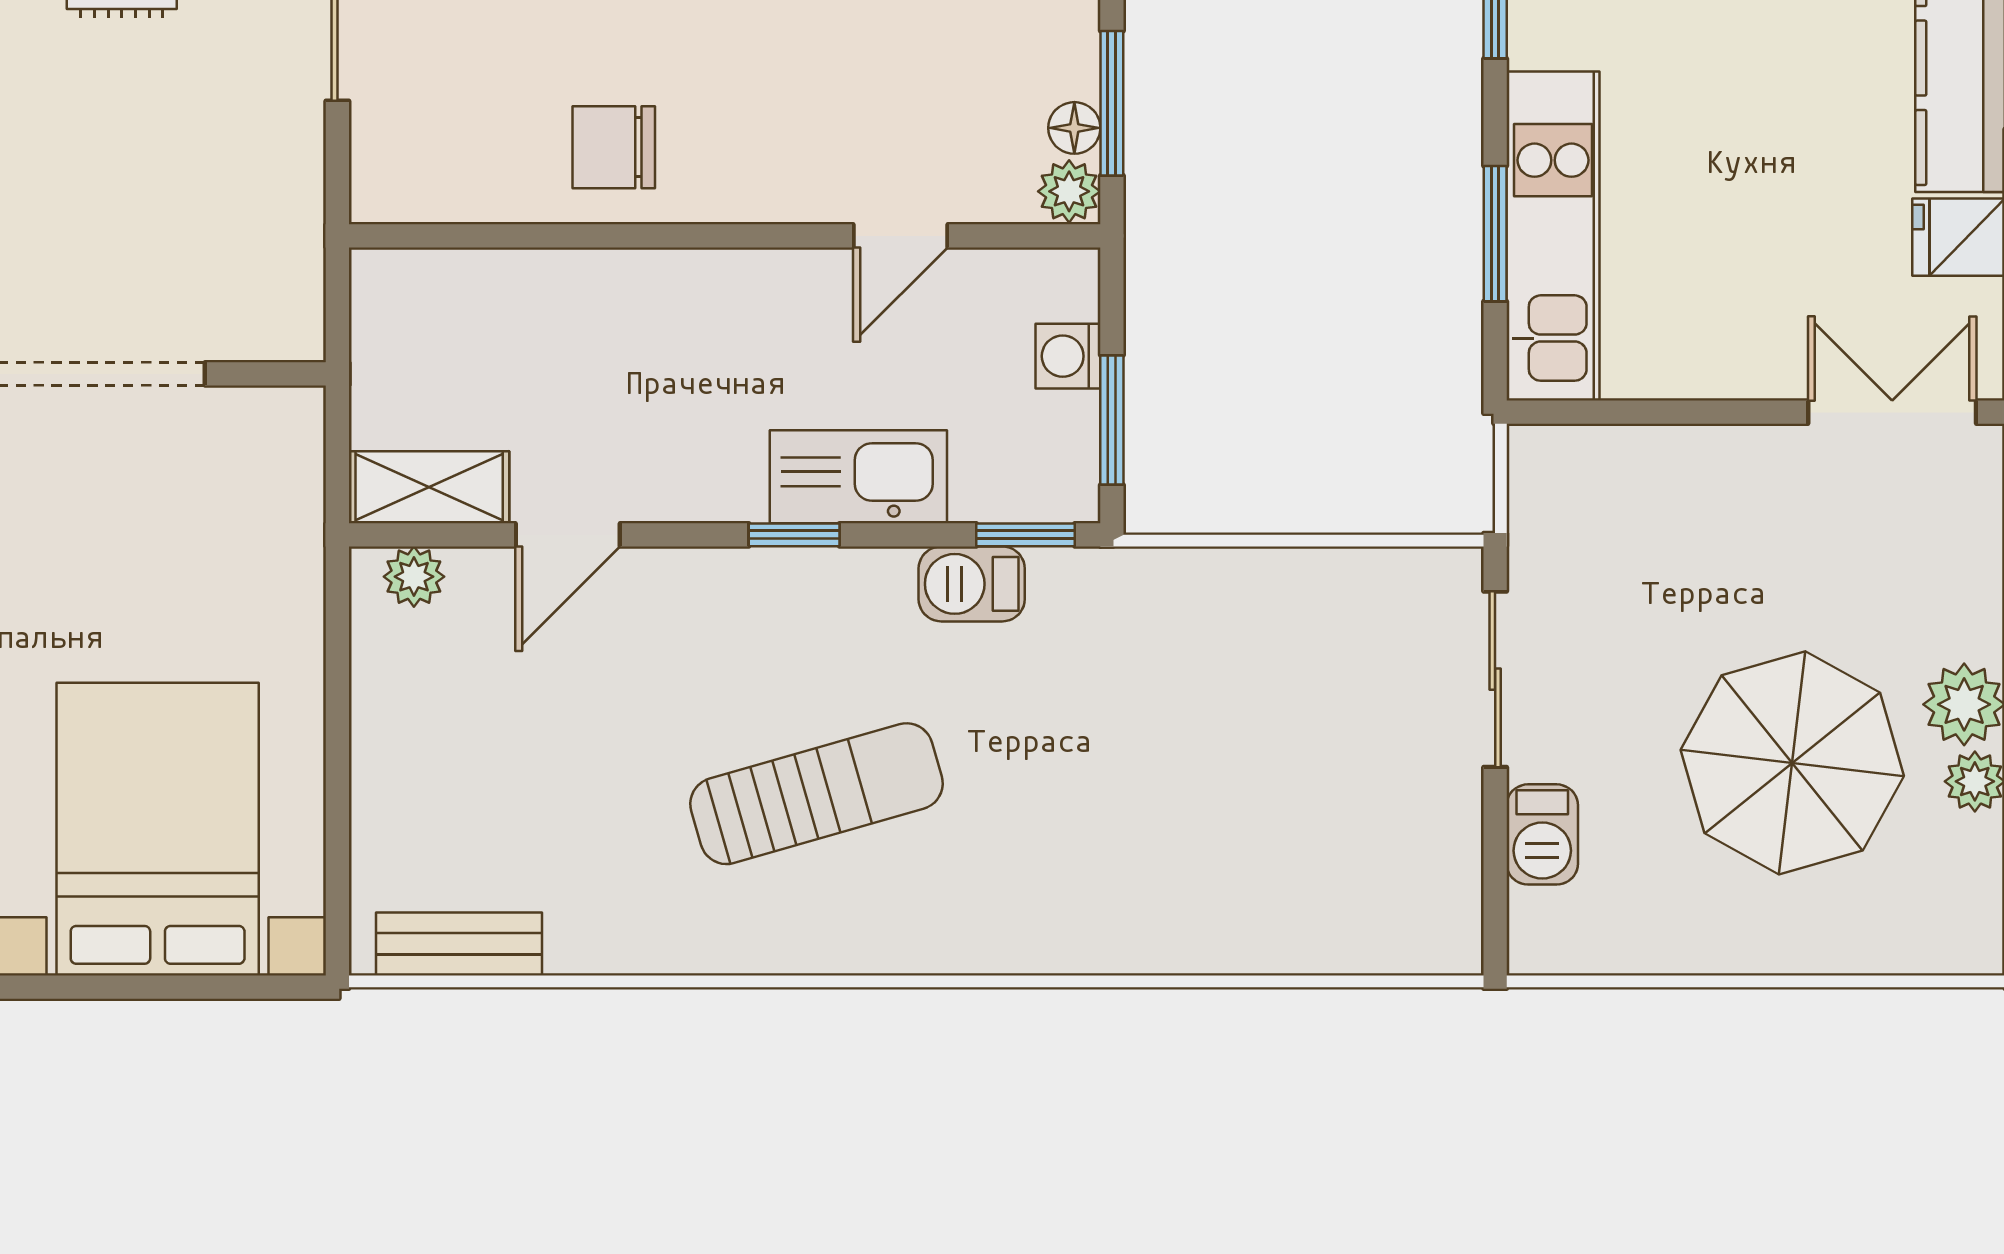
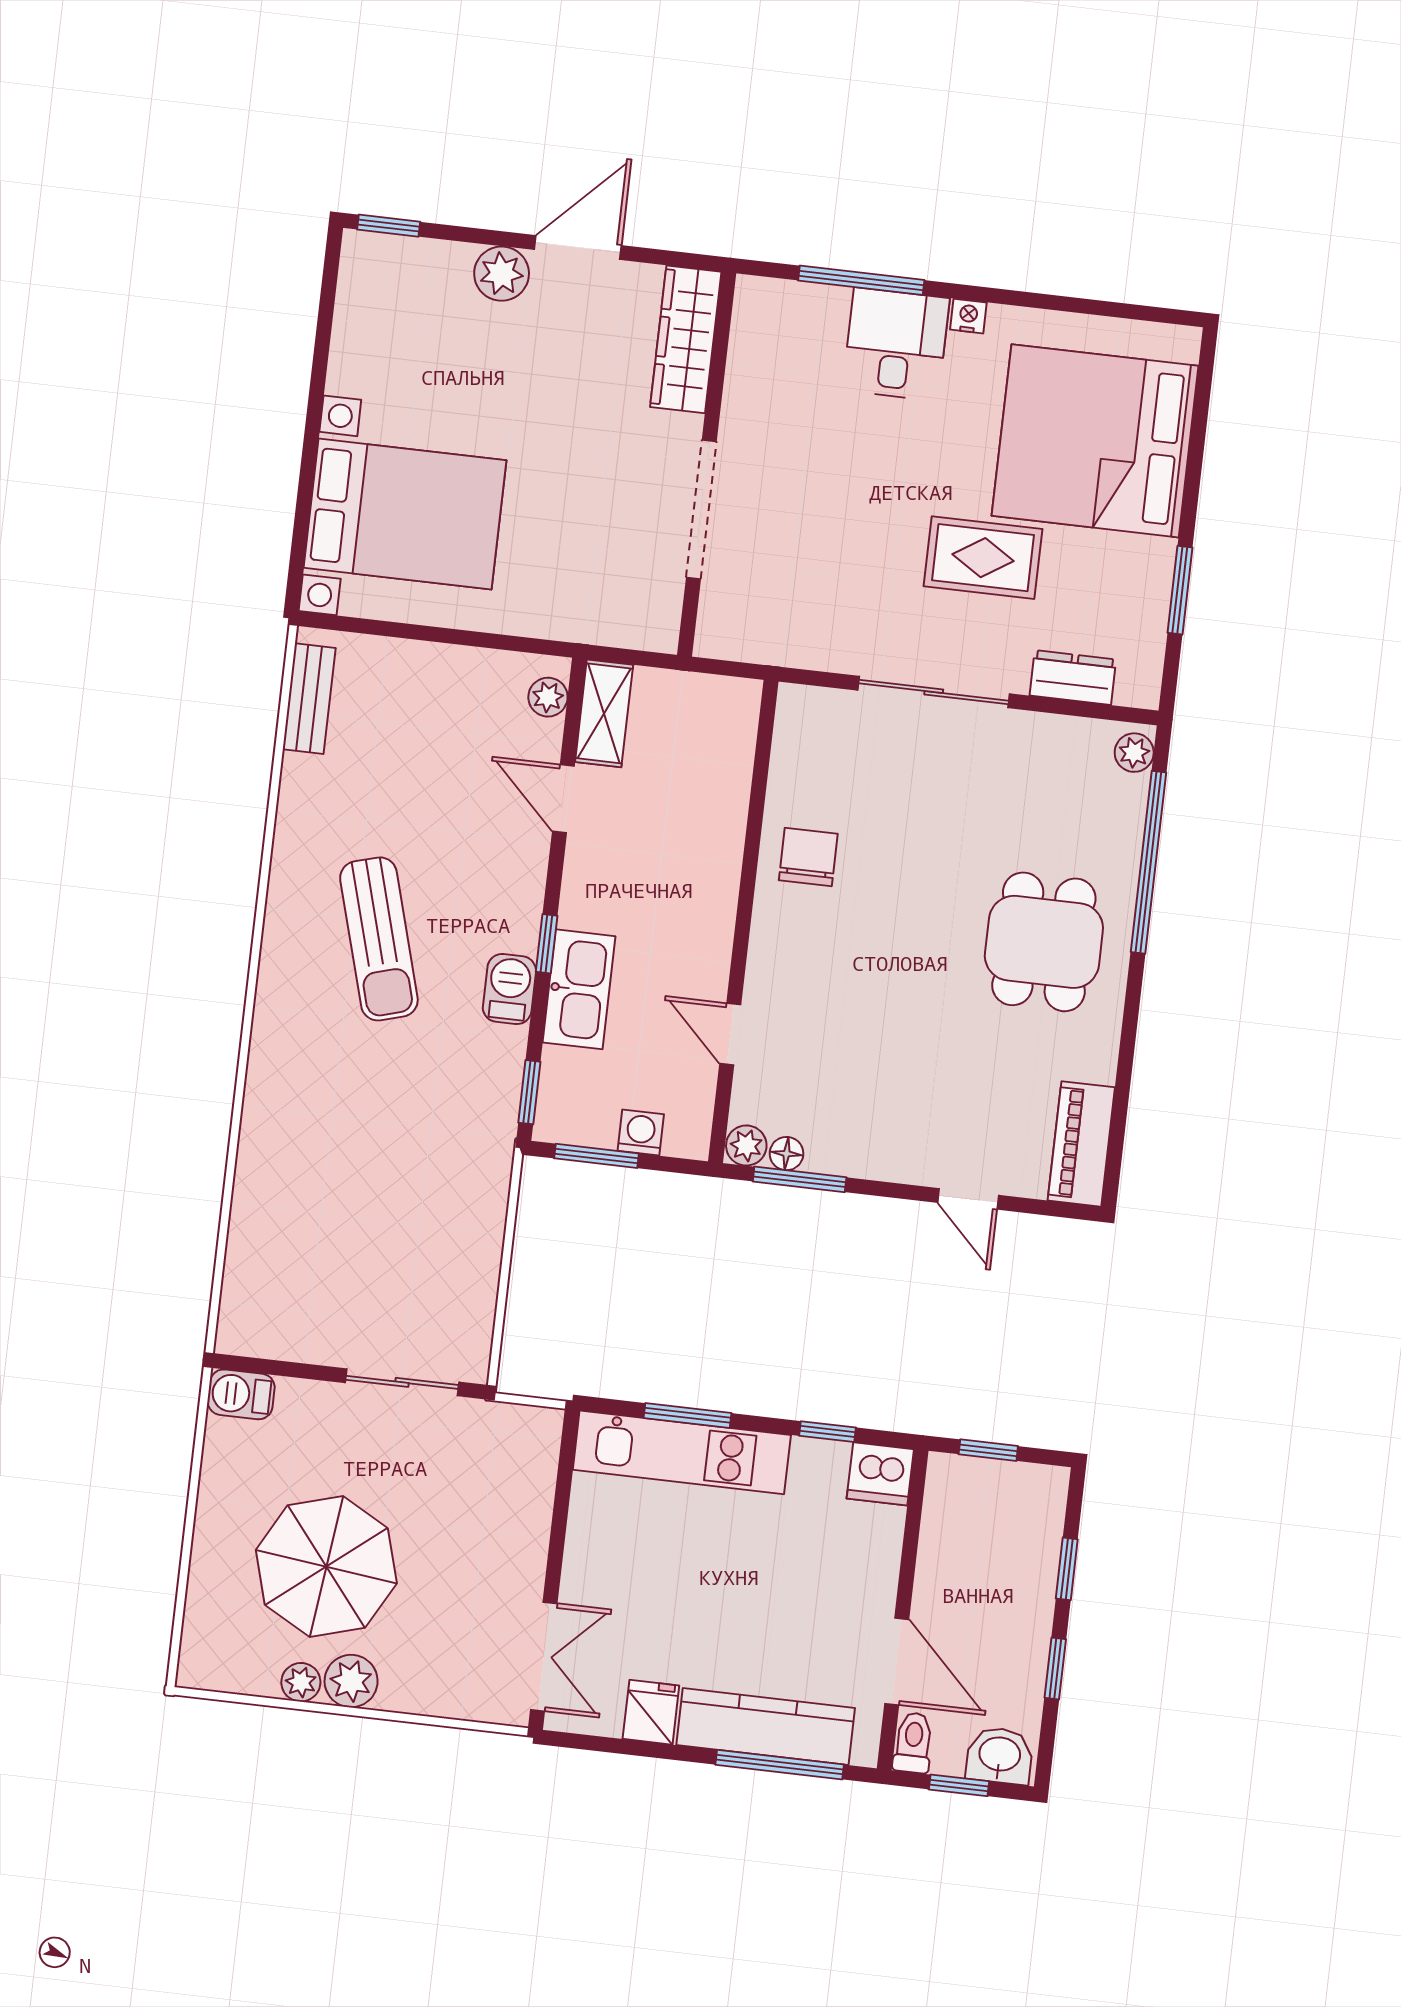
barbecue: (972, 584) -> (509, 989), moved
barbecue: (1542, 834) -> (241, 1394), moved

